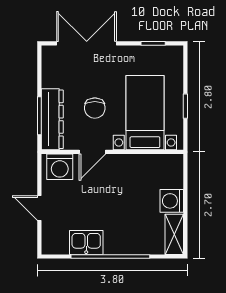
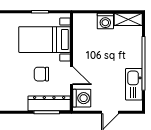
chair: (95, 108) -> (41, 74), turned 180
kitchen sink: (86, 242) -> (134, 84), width x1.38

